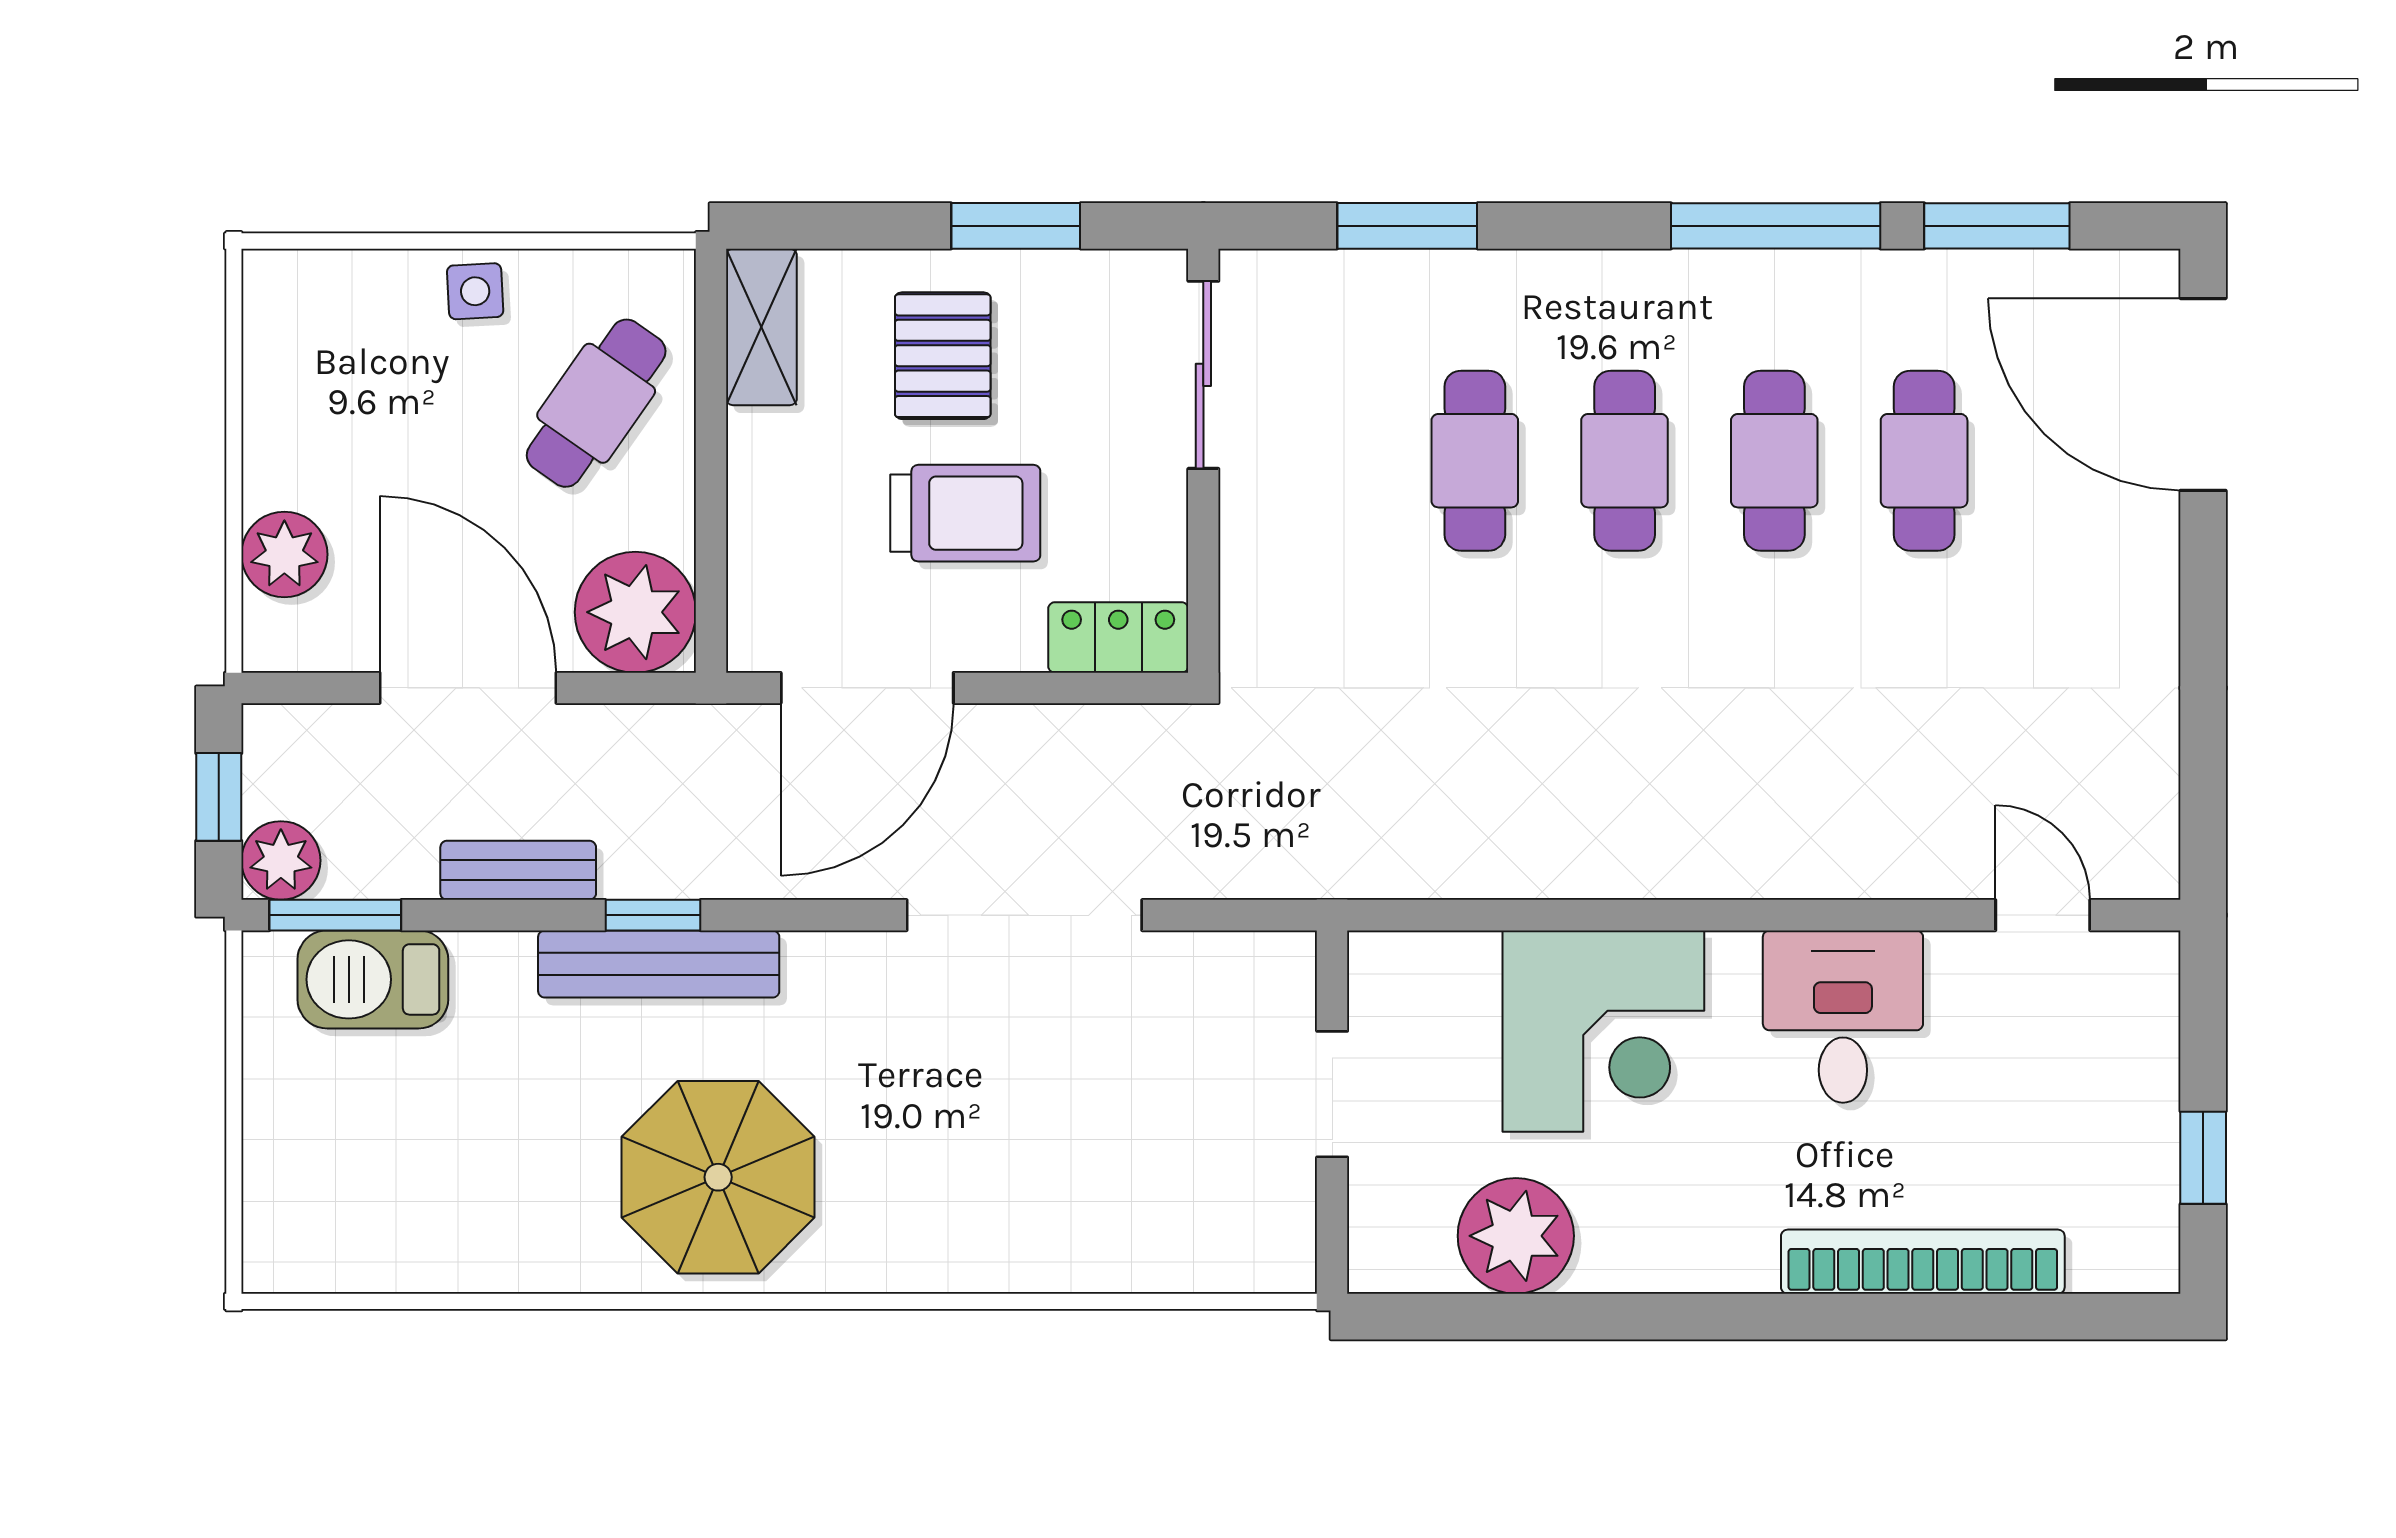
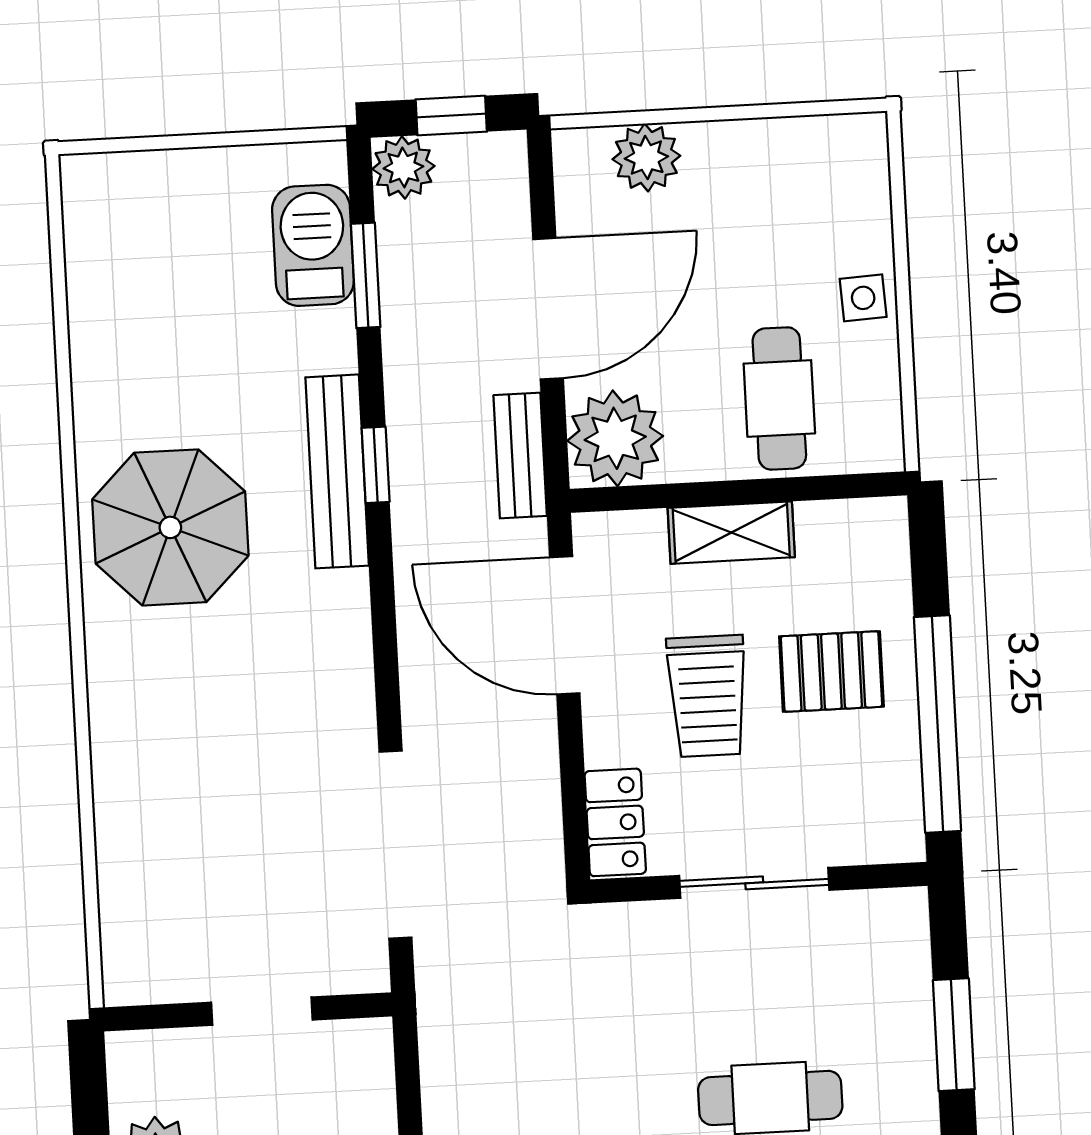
window: (1016, 226) -> (937, 724), width x2.11
shelving: (761, 327) -> (731, 533), moved
sliding door: (1203, 375) -> (754, 883), moved
cafe table: (596, 403) -> (779, 398), turned 55
bench: (518, 870) -> (520, 456), moved
window: (335, 915) -> (366, 275), moved
doorway: (1024, 915) -> (395, 845), moved

